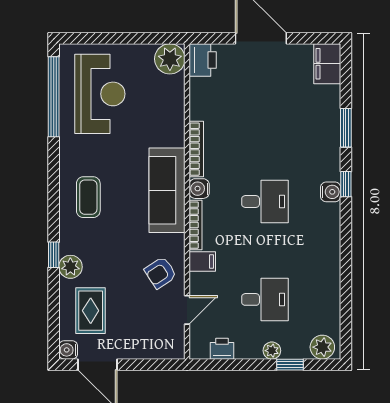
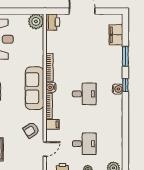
filing cabinet: (327, 64) -> (116, 35), moved

